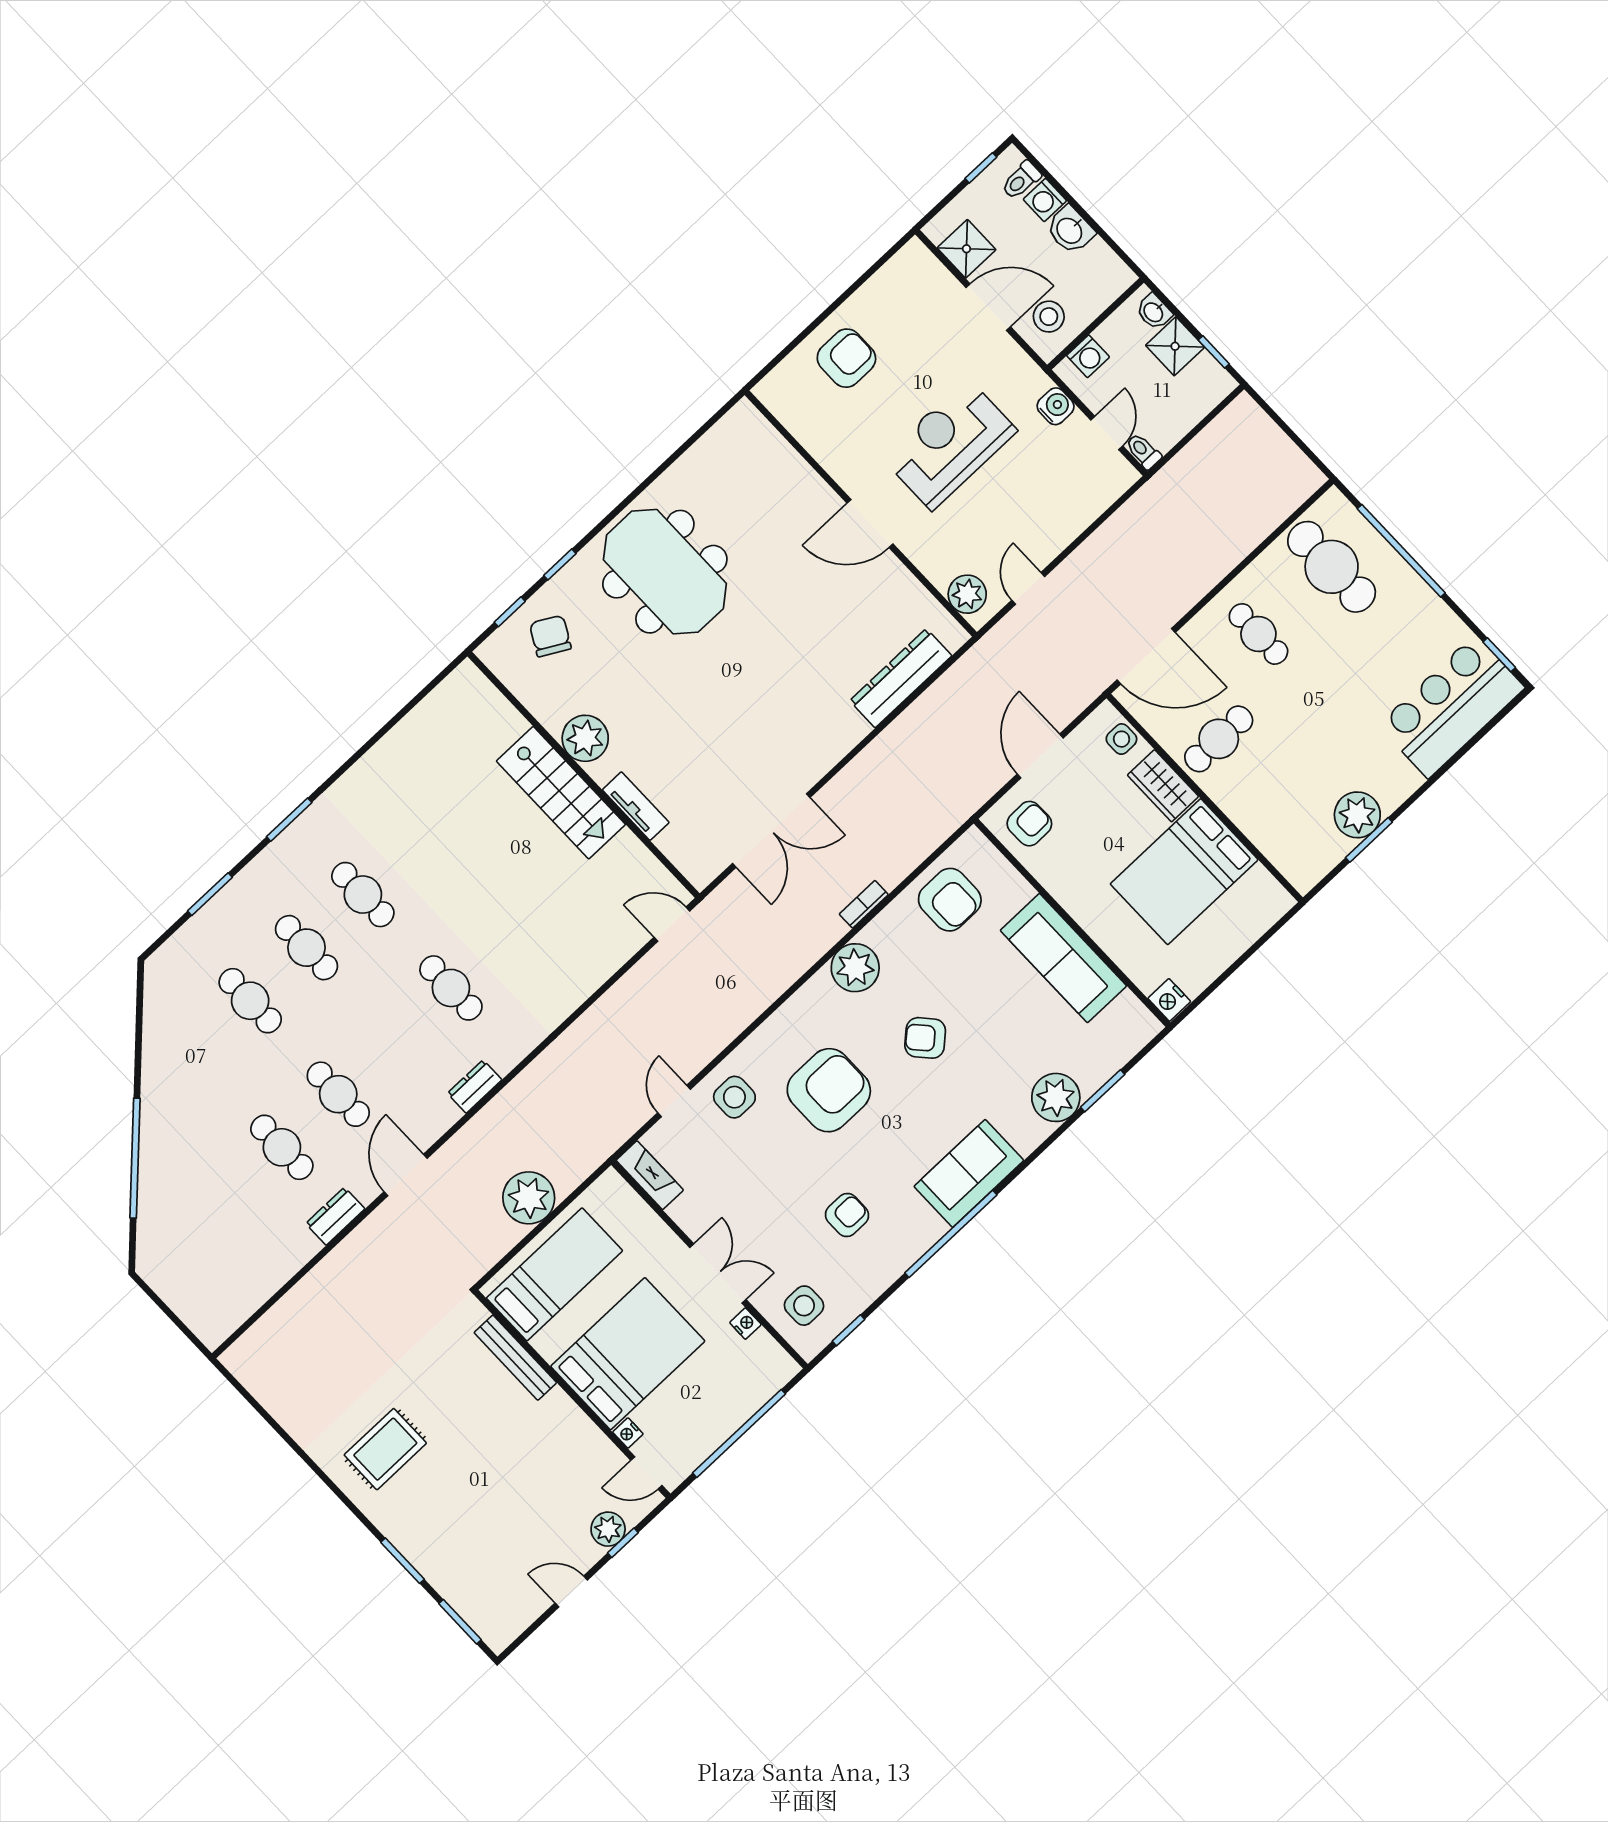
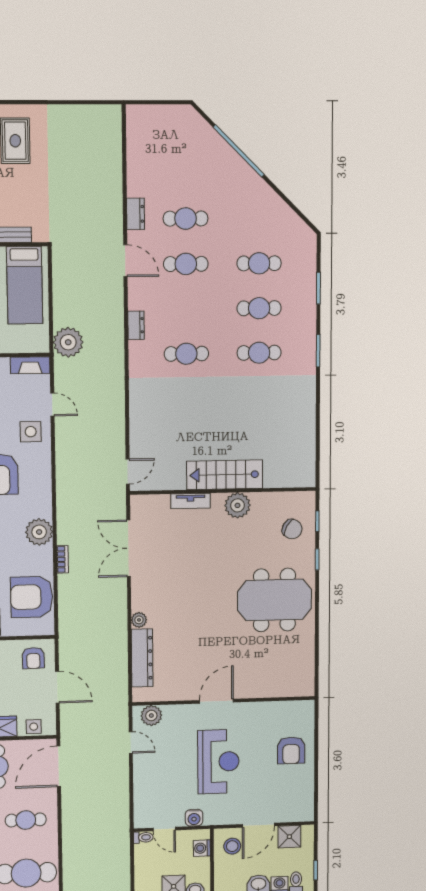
plant: (854, 729) -> (139, 620), added
armchair: (950, 900) -> (32, 597), width x1.36, depth x1.36
plant: (529, 1198) -> (68, 342), moved

